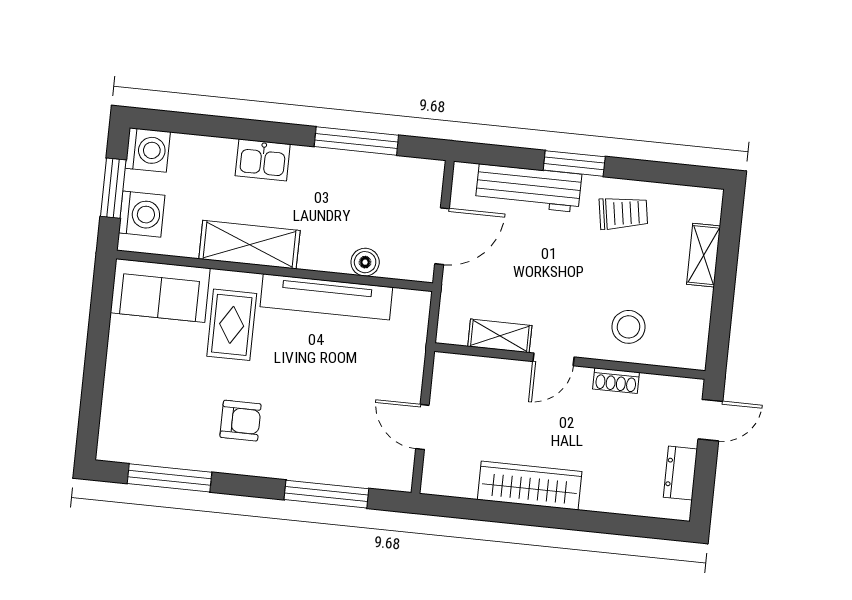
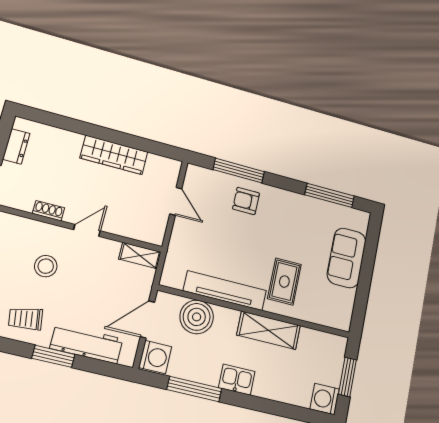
kitchen sink: (263, 160) -> (237, 380), moved
washing machine: (142, 214) -> (155, 357), moved, turned 180
boiler: (365, 262) -> (197, 317), width x1.86, depth x1.86
sofa: (160, 291) -> (347, 258), moved, turned -90
stool: (629, 327) -> (46, 266), moved
shelving: (500, 336) -> (140, 255), moved
armchair: (241, 421) -> (246, 201), moved

